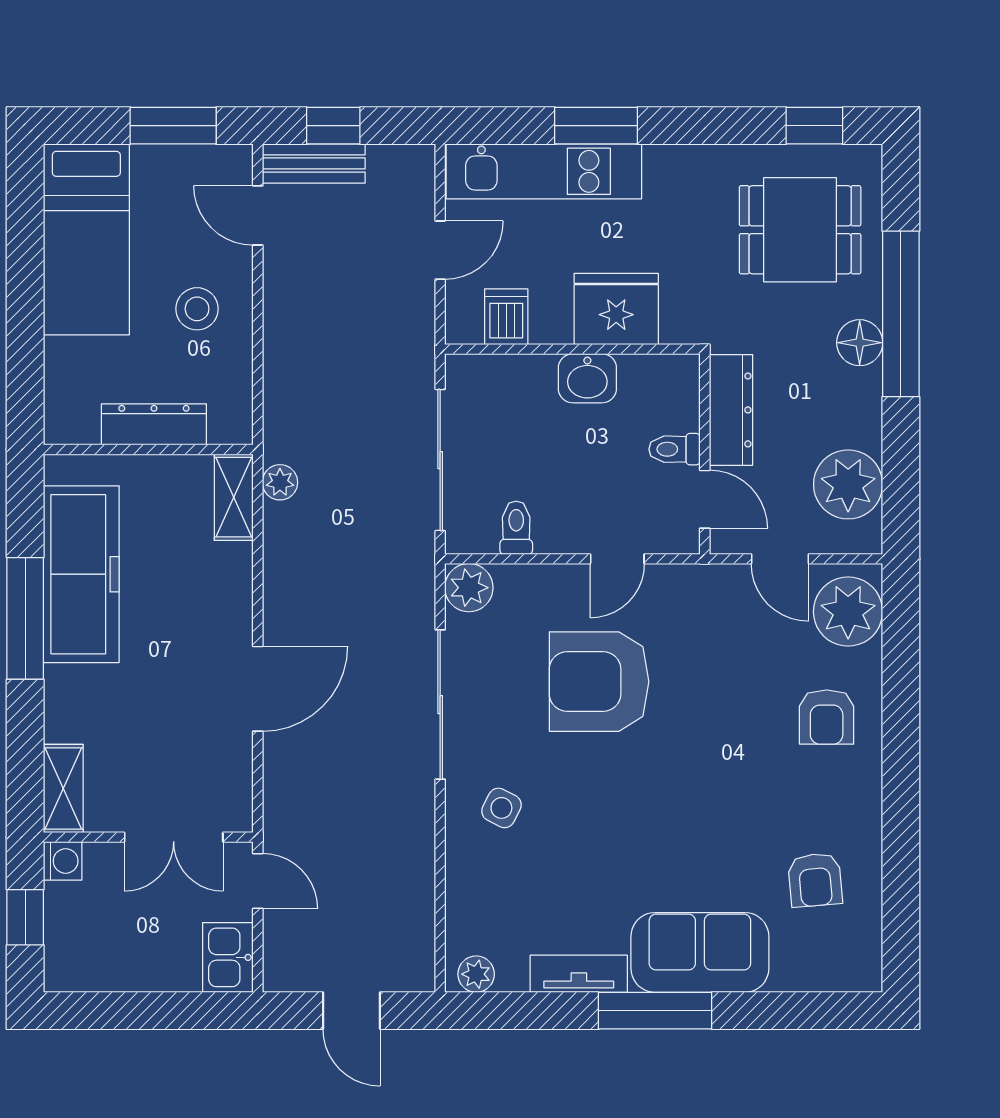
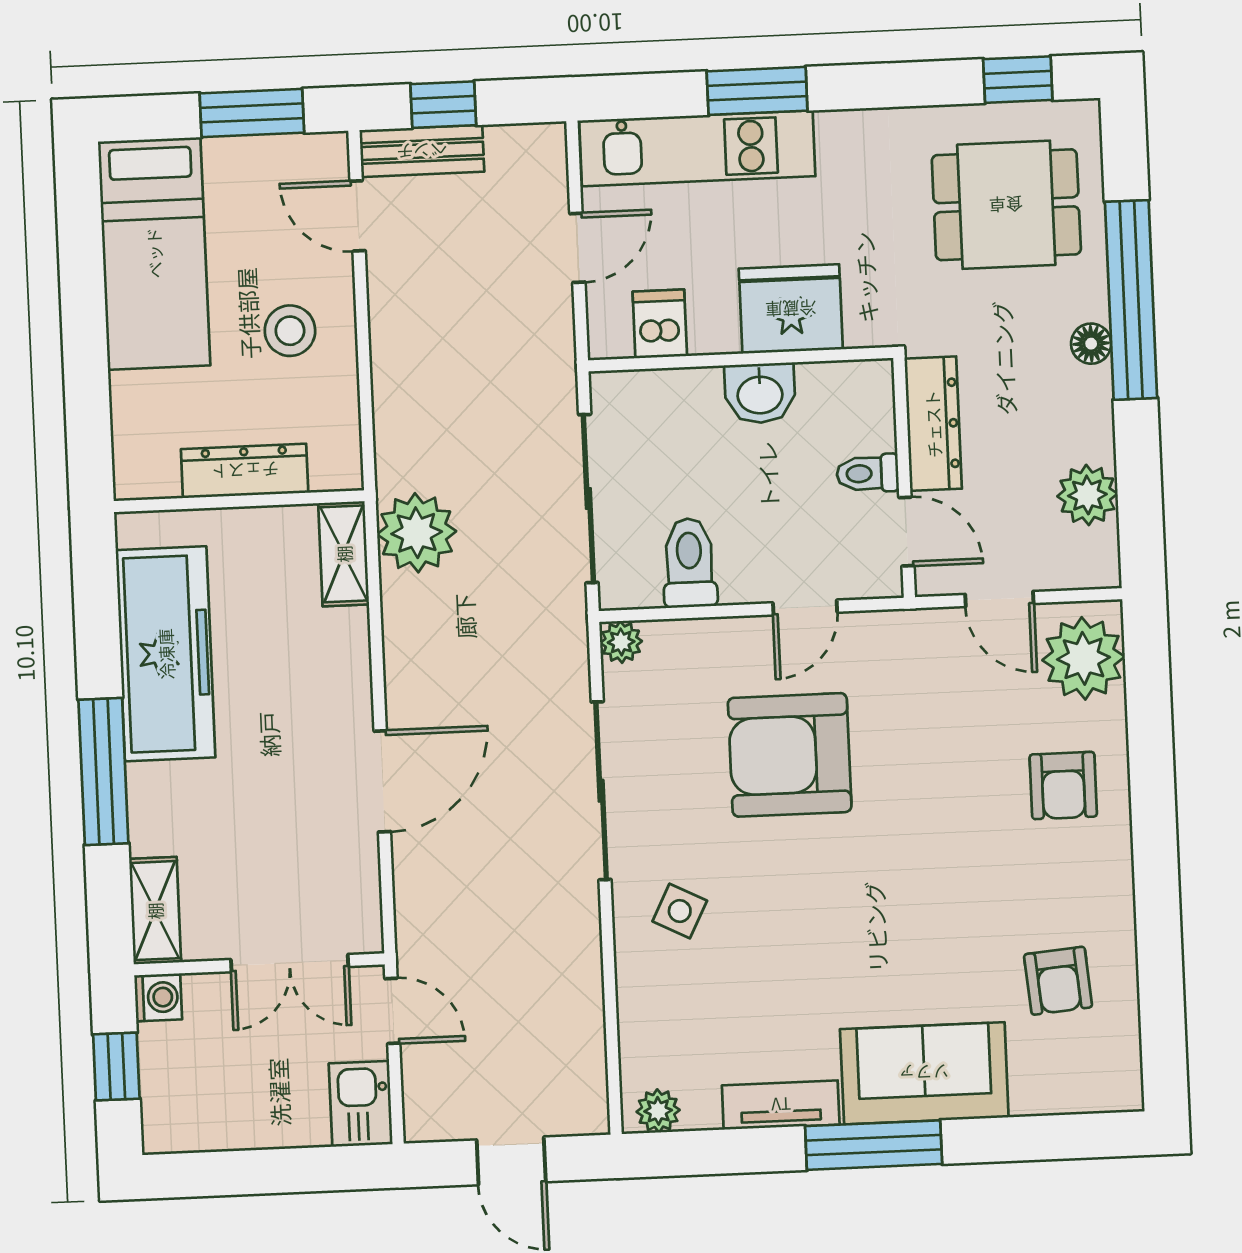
floor lamp: (860, 343) -> (1091, 344), width x0.73, depth x0.73
plant: (280, 482) -> (417, 533), width x1.87, depth x1.87
plant: (848, 484) -> (1087, 495), width x0.73, depth x0.73
toilet: (516, 528) -> (689, 563), width x1.37, depth x1.39
plant: (469, 588) -> (621, 642), width x0.73, depth x0.73
window: (25, 618) -> (103, 772), moved

